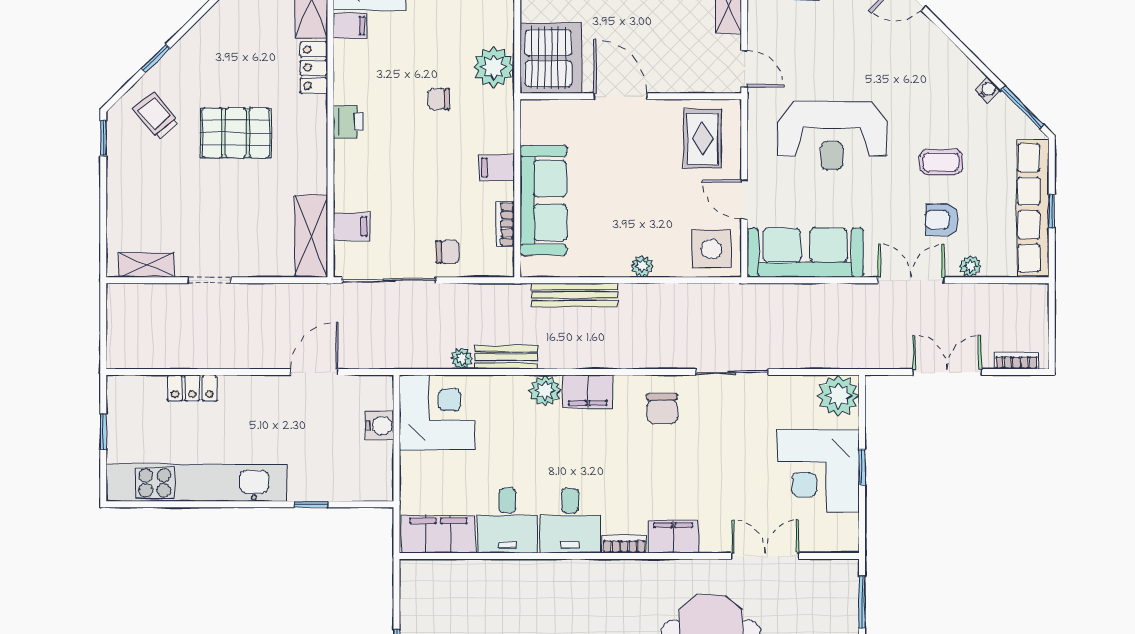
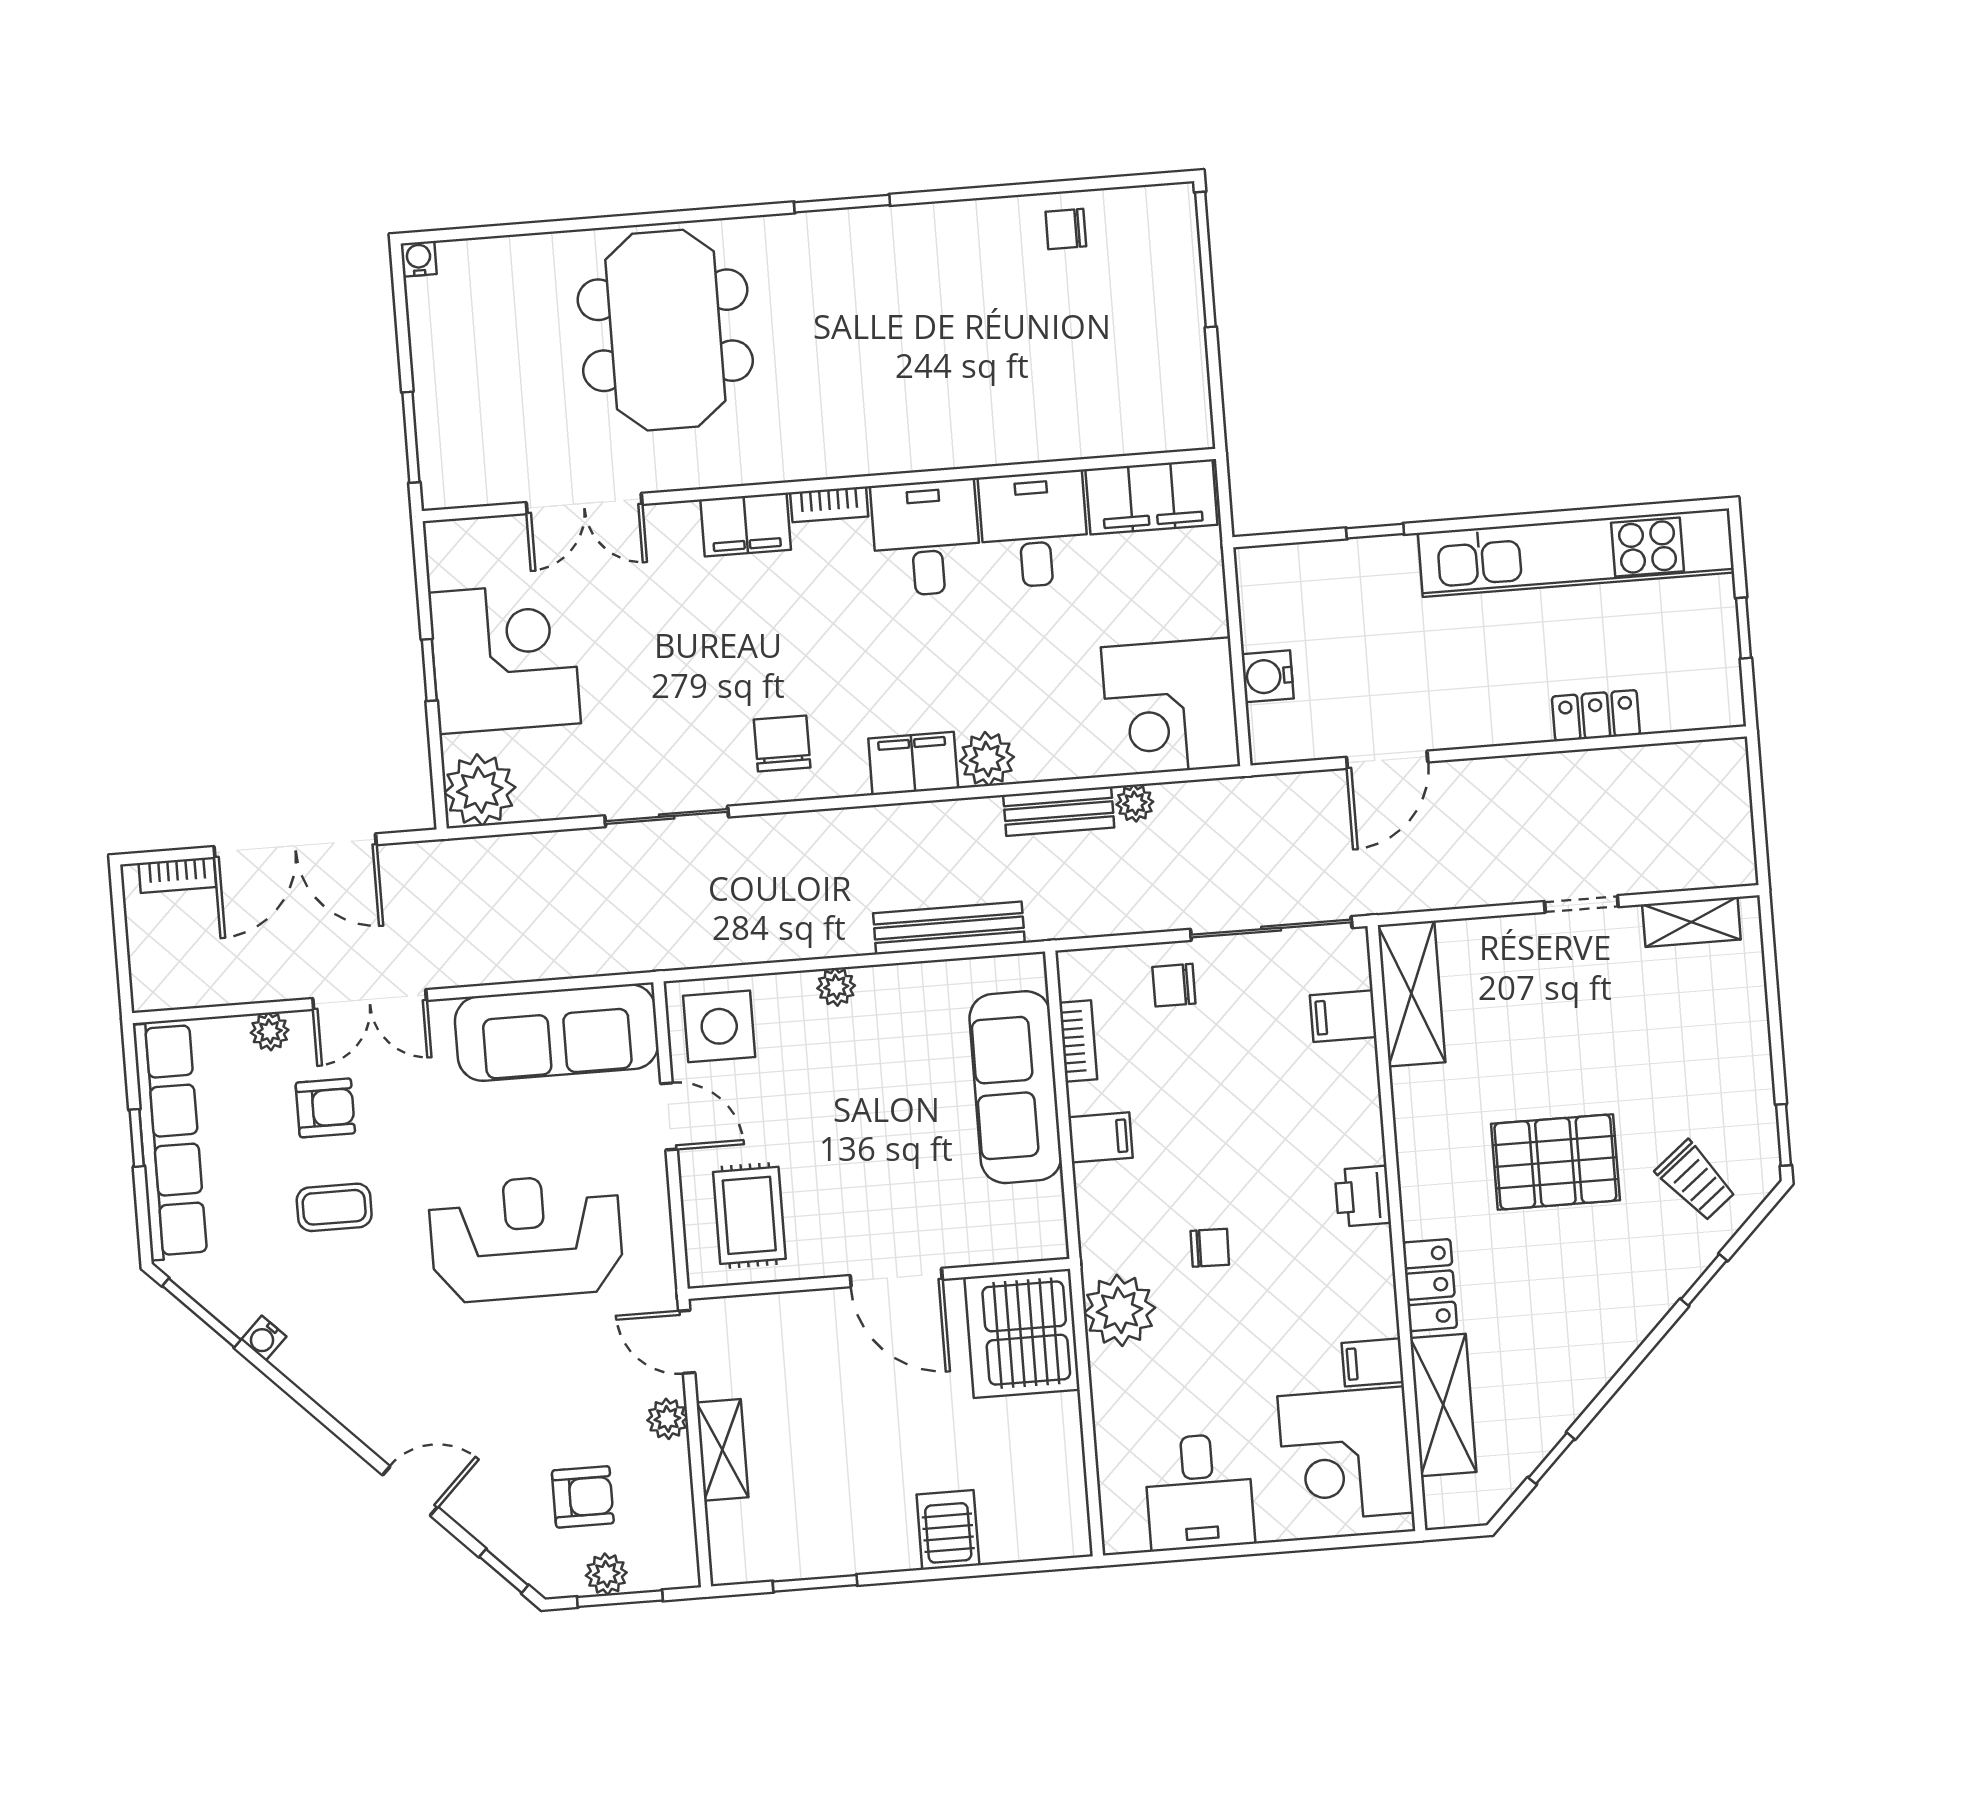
plant: (759, 25) -> (667, 1419), added
double door: (947, 372) -> (295, 846), width x1.37

